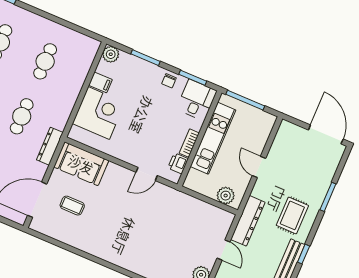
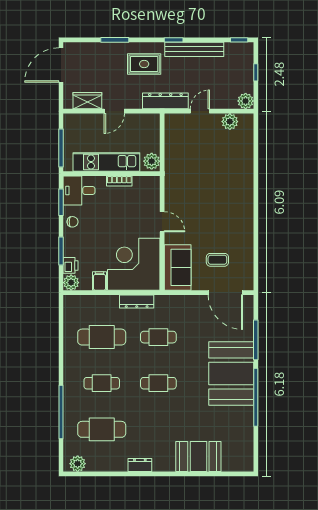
cafe table: (45, 61) -> (102, 337), width x1.37, depth x1.35
corner desk: (99, 113) -> (134, 264), width x1.36, depth x1.36
wardrobe: (280, 145) -> (87, 101), added
dresser: (50, 146) -> (137, 301), moved
printer: (178, 163) -> (71, 265), moved, turned -90
door: (147, 174) -> (162, 222), moved
plant: (226, 196) -> (152, 161), moved
coffee table: (72, 206) -> (217, 260), turned 90

